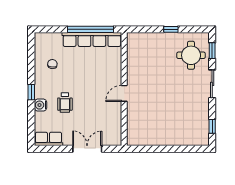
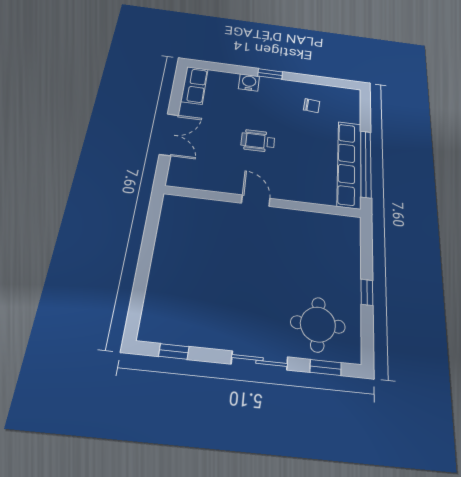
wheelchair: (65, 103) -> (258, 141), moved

